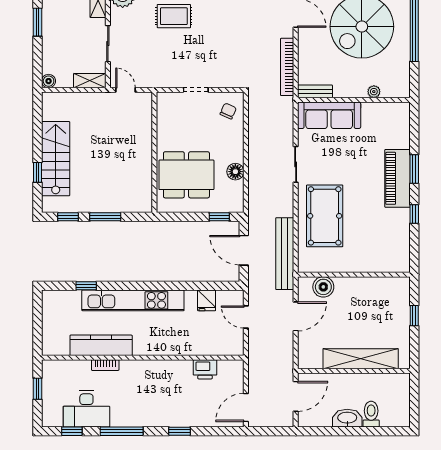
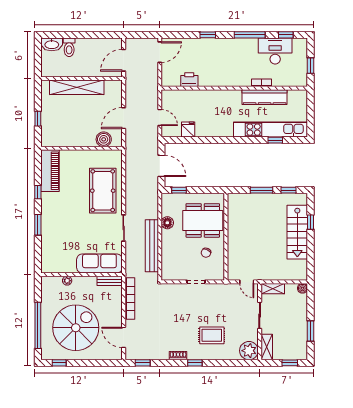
chair: (228, 111) -> (206, 253), moved
piano: (397, 178) -> (50, 171), moved
bench: (285, 254) -> (152, 246), moved
kitchen unit: (133, 300) -> (271, 130), moved
washbasin: (347, 418) -> (52, 44), moved

